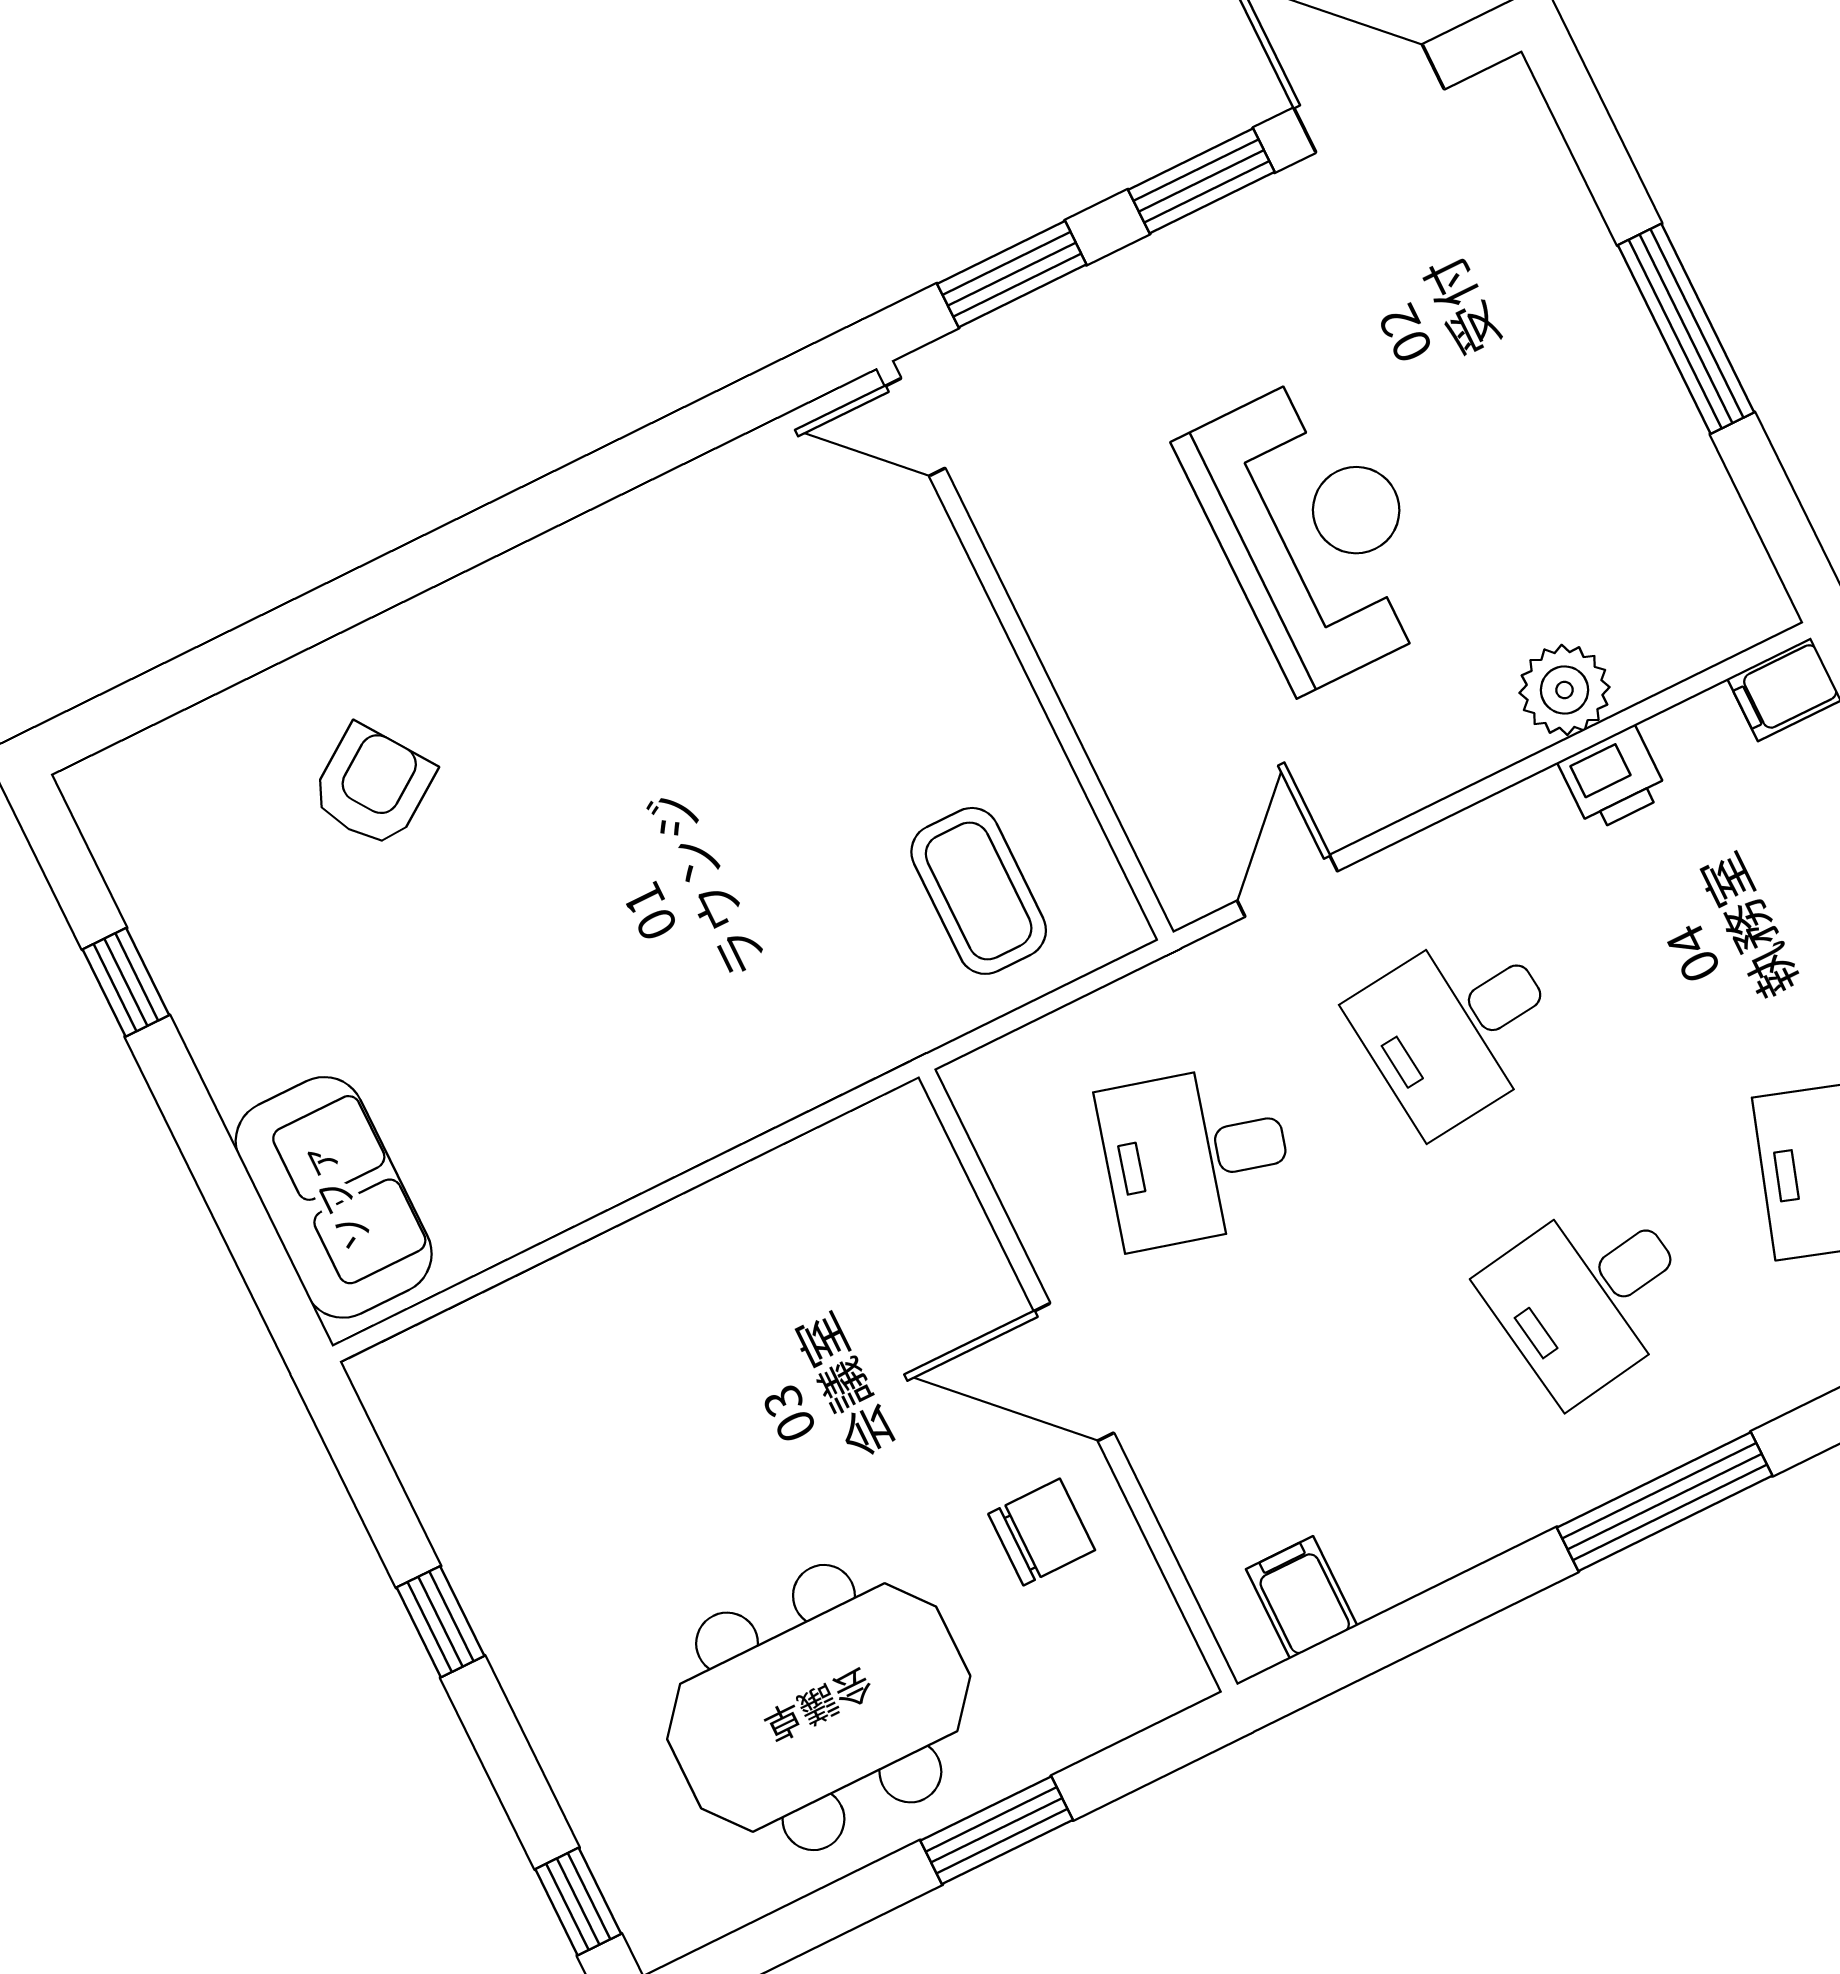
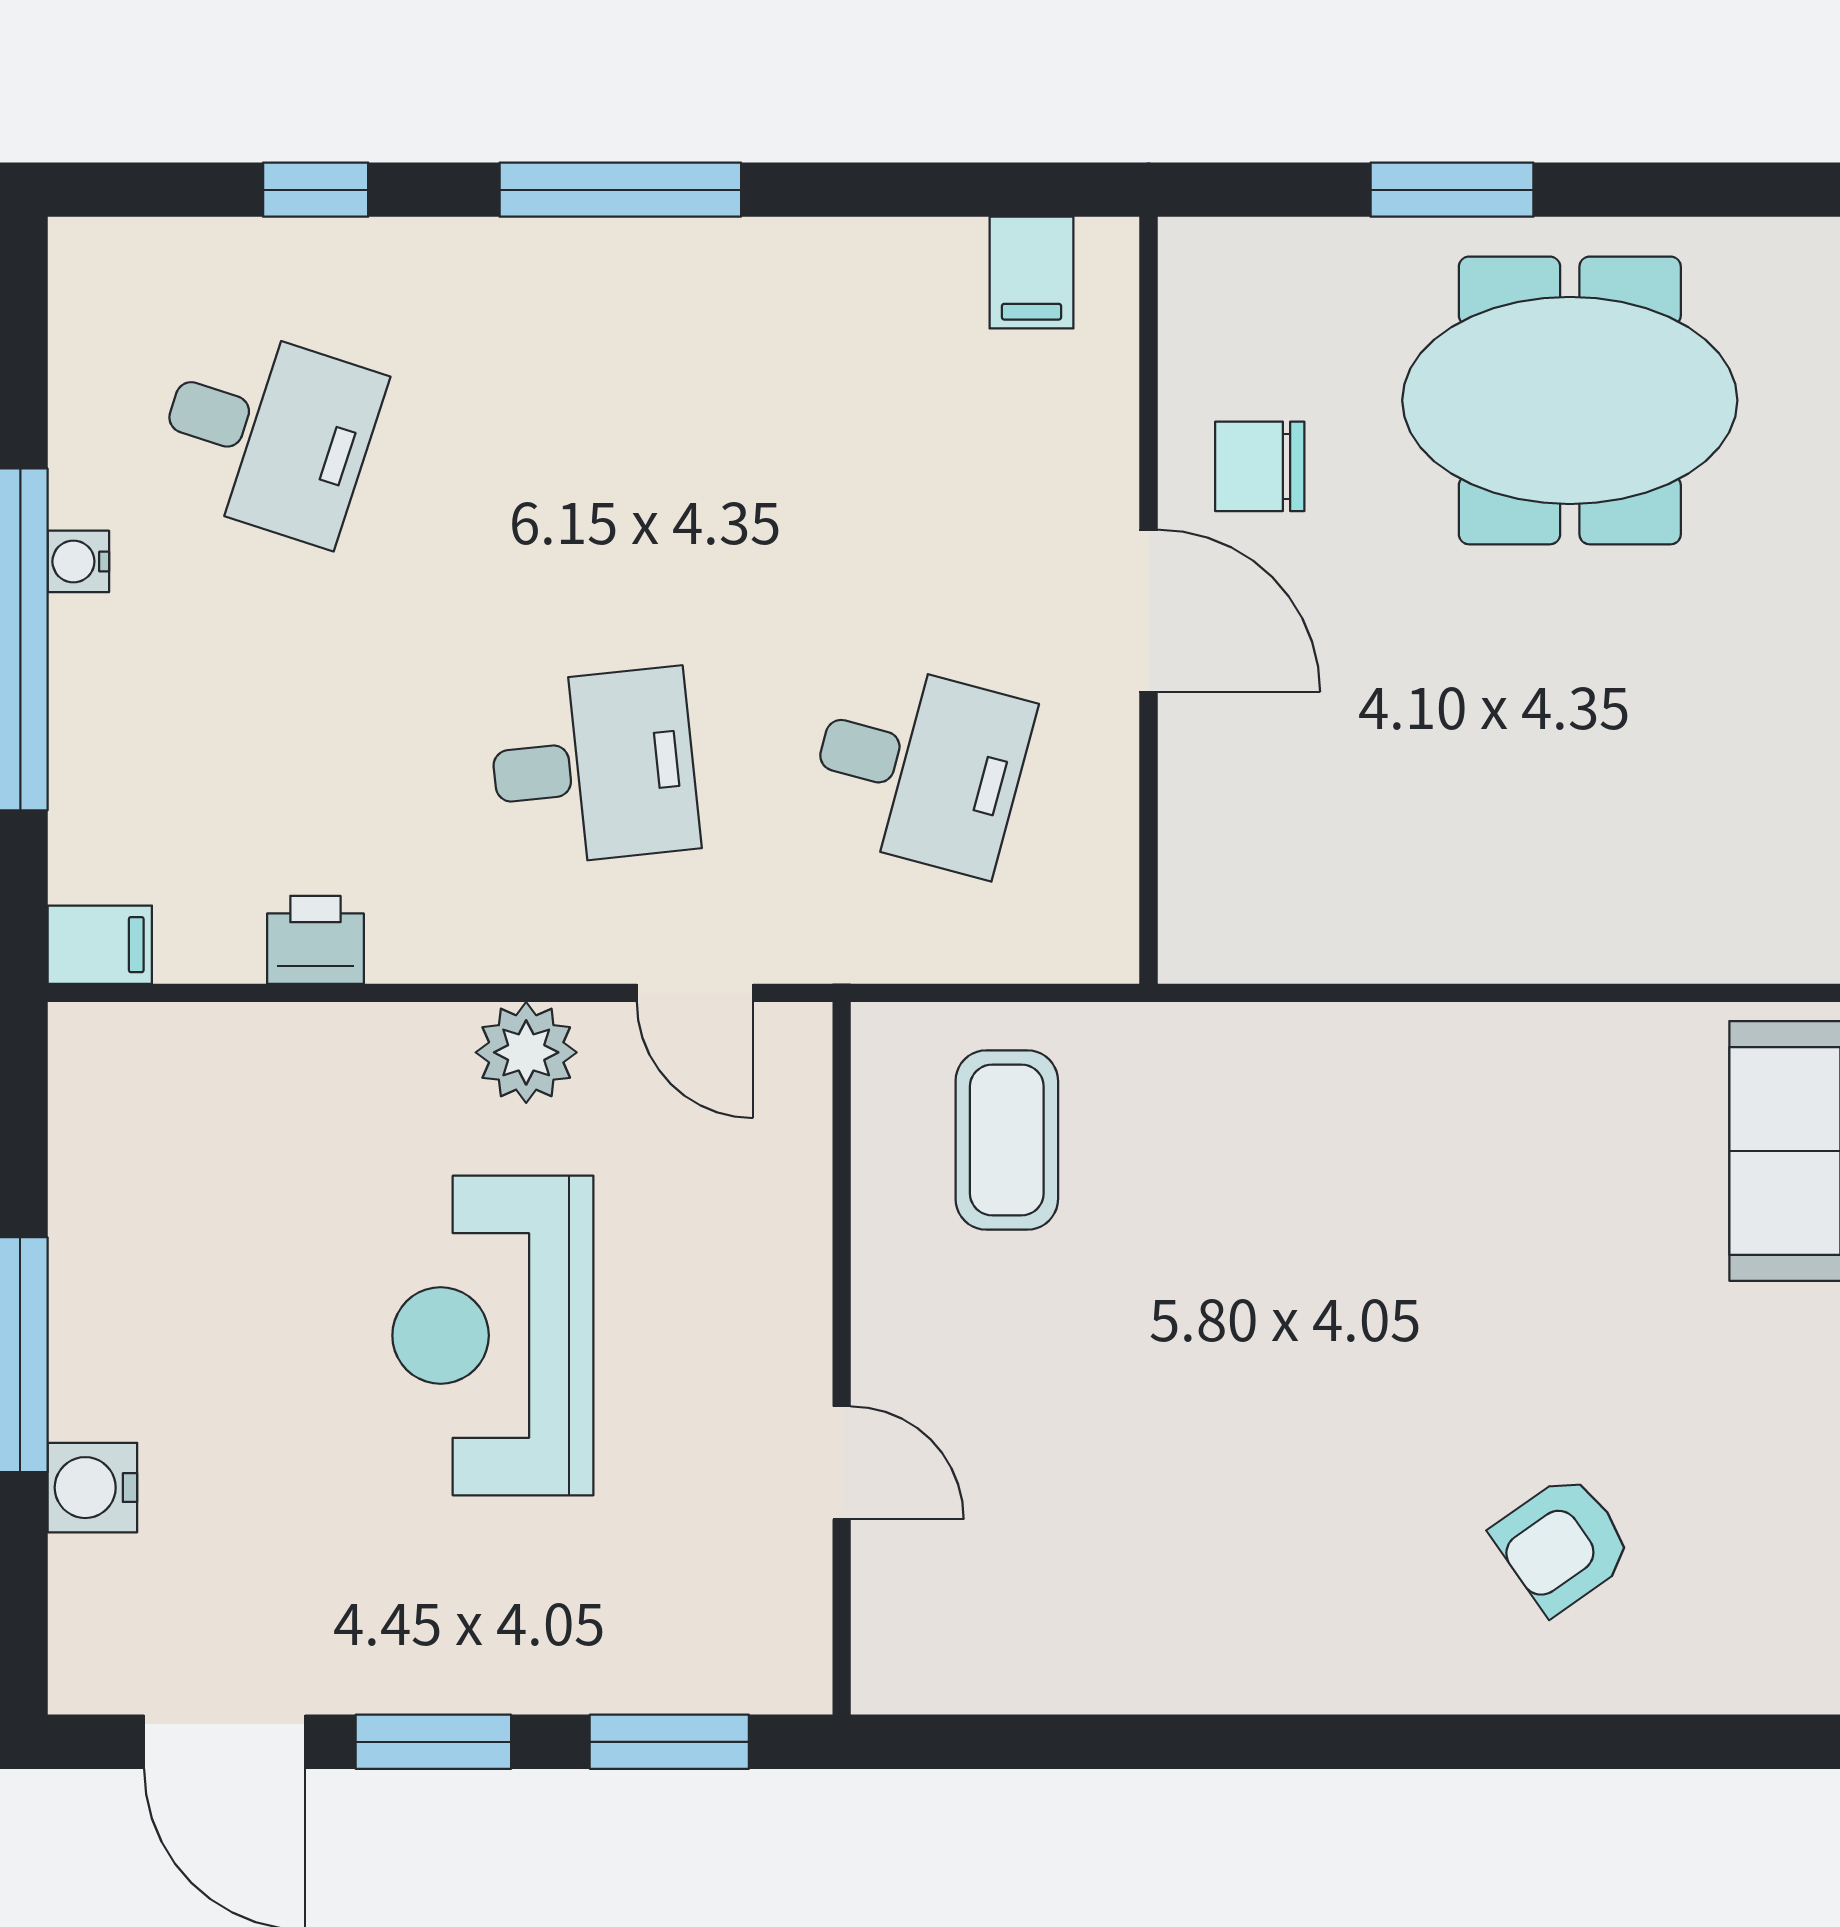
water cooler: (1576, 250) -> (92, 1488), added
door: (915, 427) -> (842, 1463), moved
plant: (1565, 690) -> (526, 1052), moved
door: (1287, 886) -> (695, 993), hinge flipped
desk: (1590, 1295) -> (594, 433), removed

